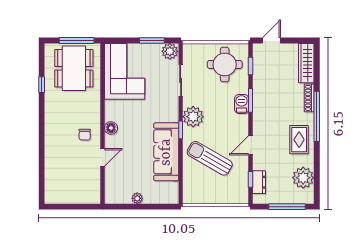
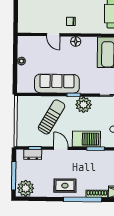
barbecue: (242, 104) -> (86, 139), width x1.88, depth x1.53
plant: (303, 178) -> (26, 188), moved

